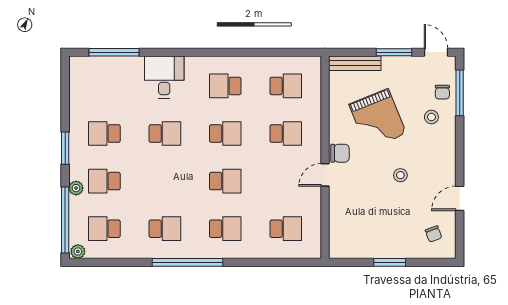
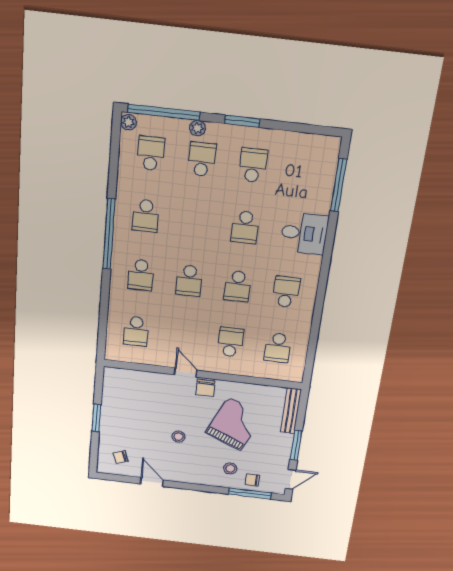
grand piano: (378, 119) -> (234, 424), turned 135
school desk: (286, 134) -> (230, 342), turned 180

